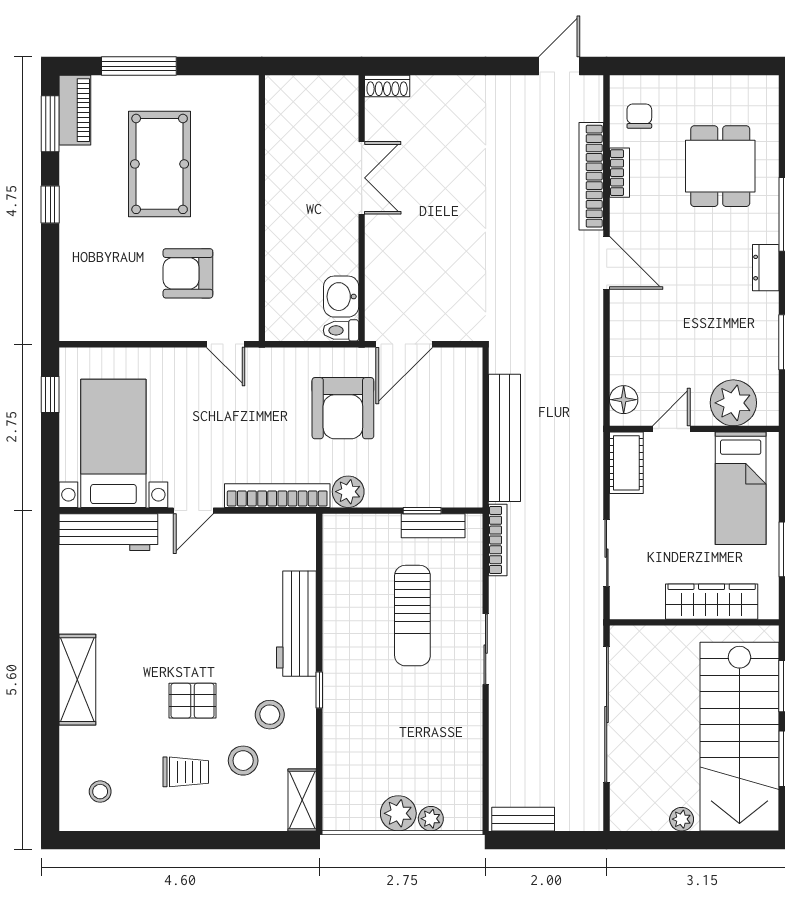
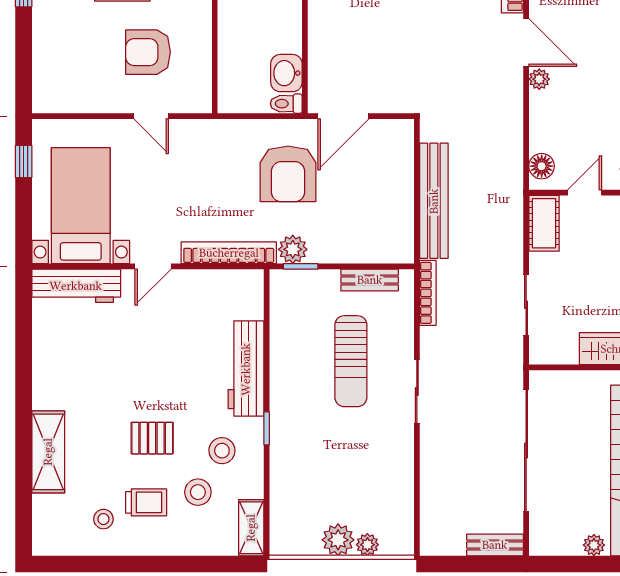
plant: (621, 303) -> (539, 79), added
door: (226, 344) -> (151, 116), moved
window: (422, 511) -> (301, 266), moved
shelving: (77, 680) -> (48, 452), moved
stool: (100, 792) -> (103, 519), moved
bench: (523, 819) -> (495, 545), moved

